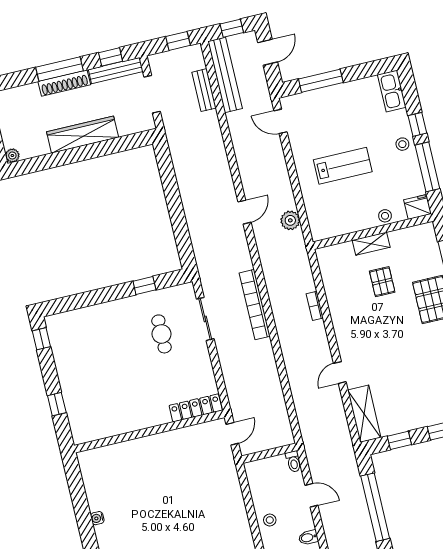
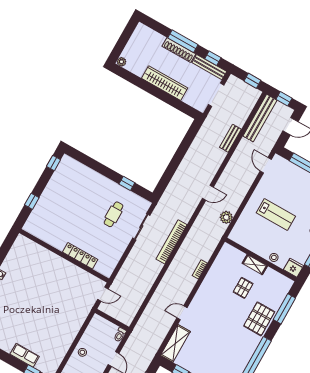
bench: (204, 90) -> (230, 138), moved
locker: (196, 408) -> (80, 256), moved

